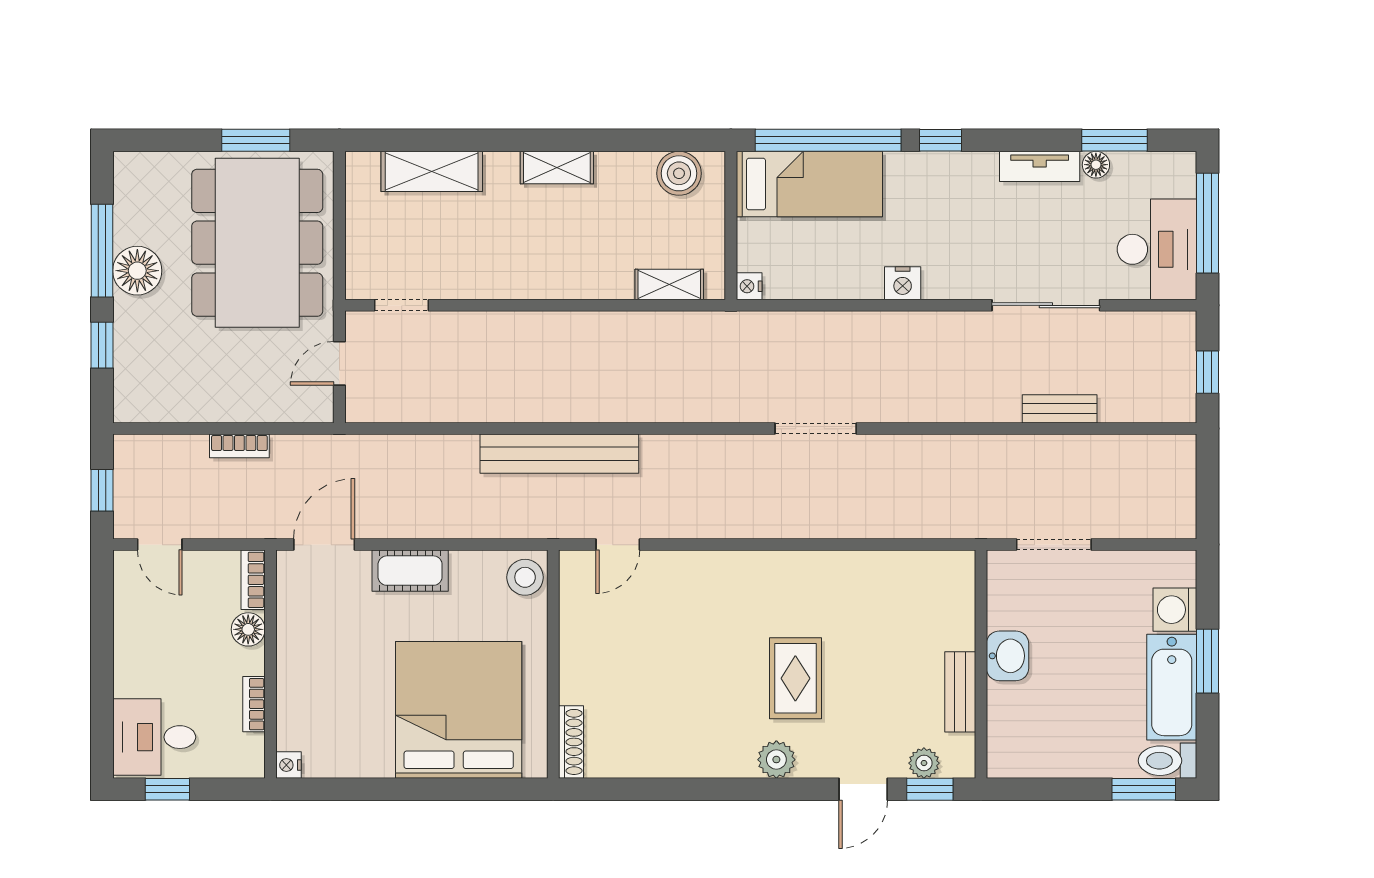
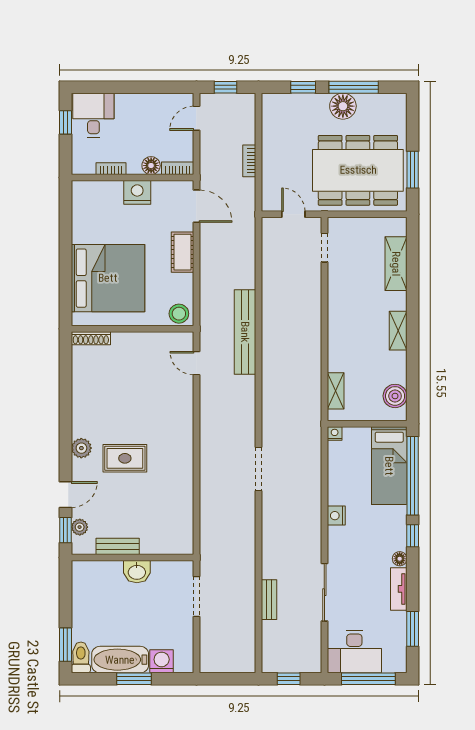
floor lamp: (1096, 165) -> (400, 559), moved
nightstand: (288, 765) -> (137, 192), moved, width x1.89, depth x1.79
door: (863, 789) -> (66, 495), swing flipped

